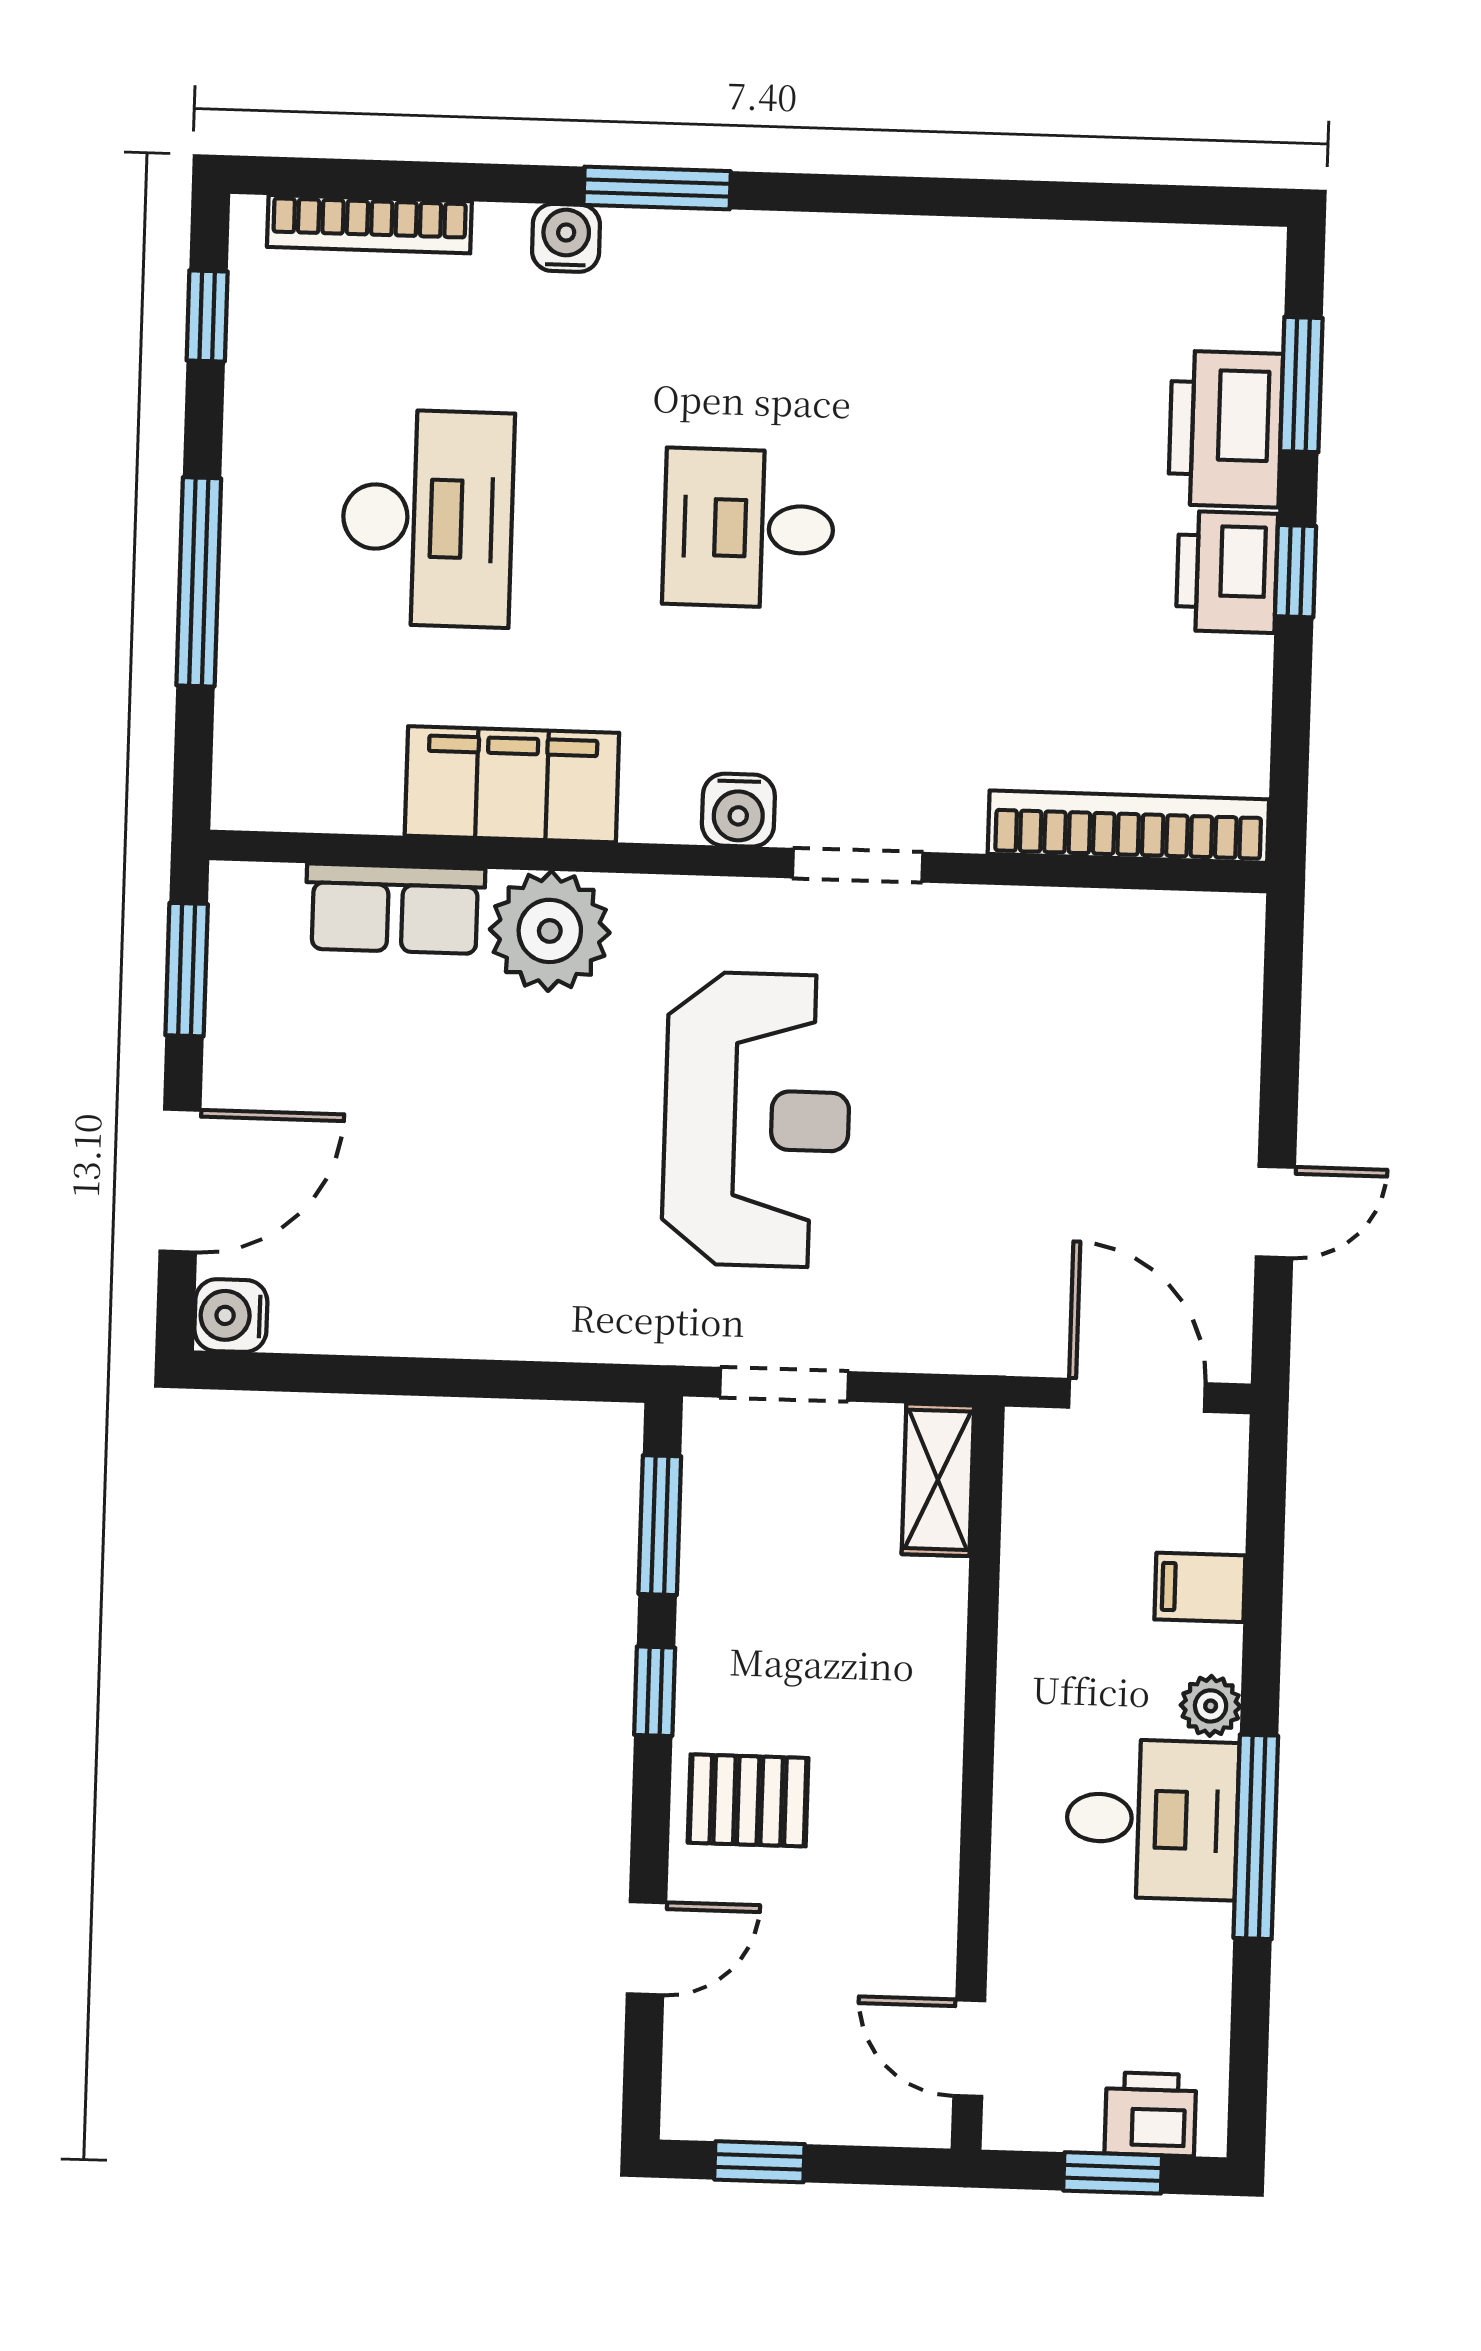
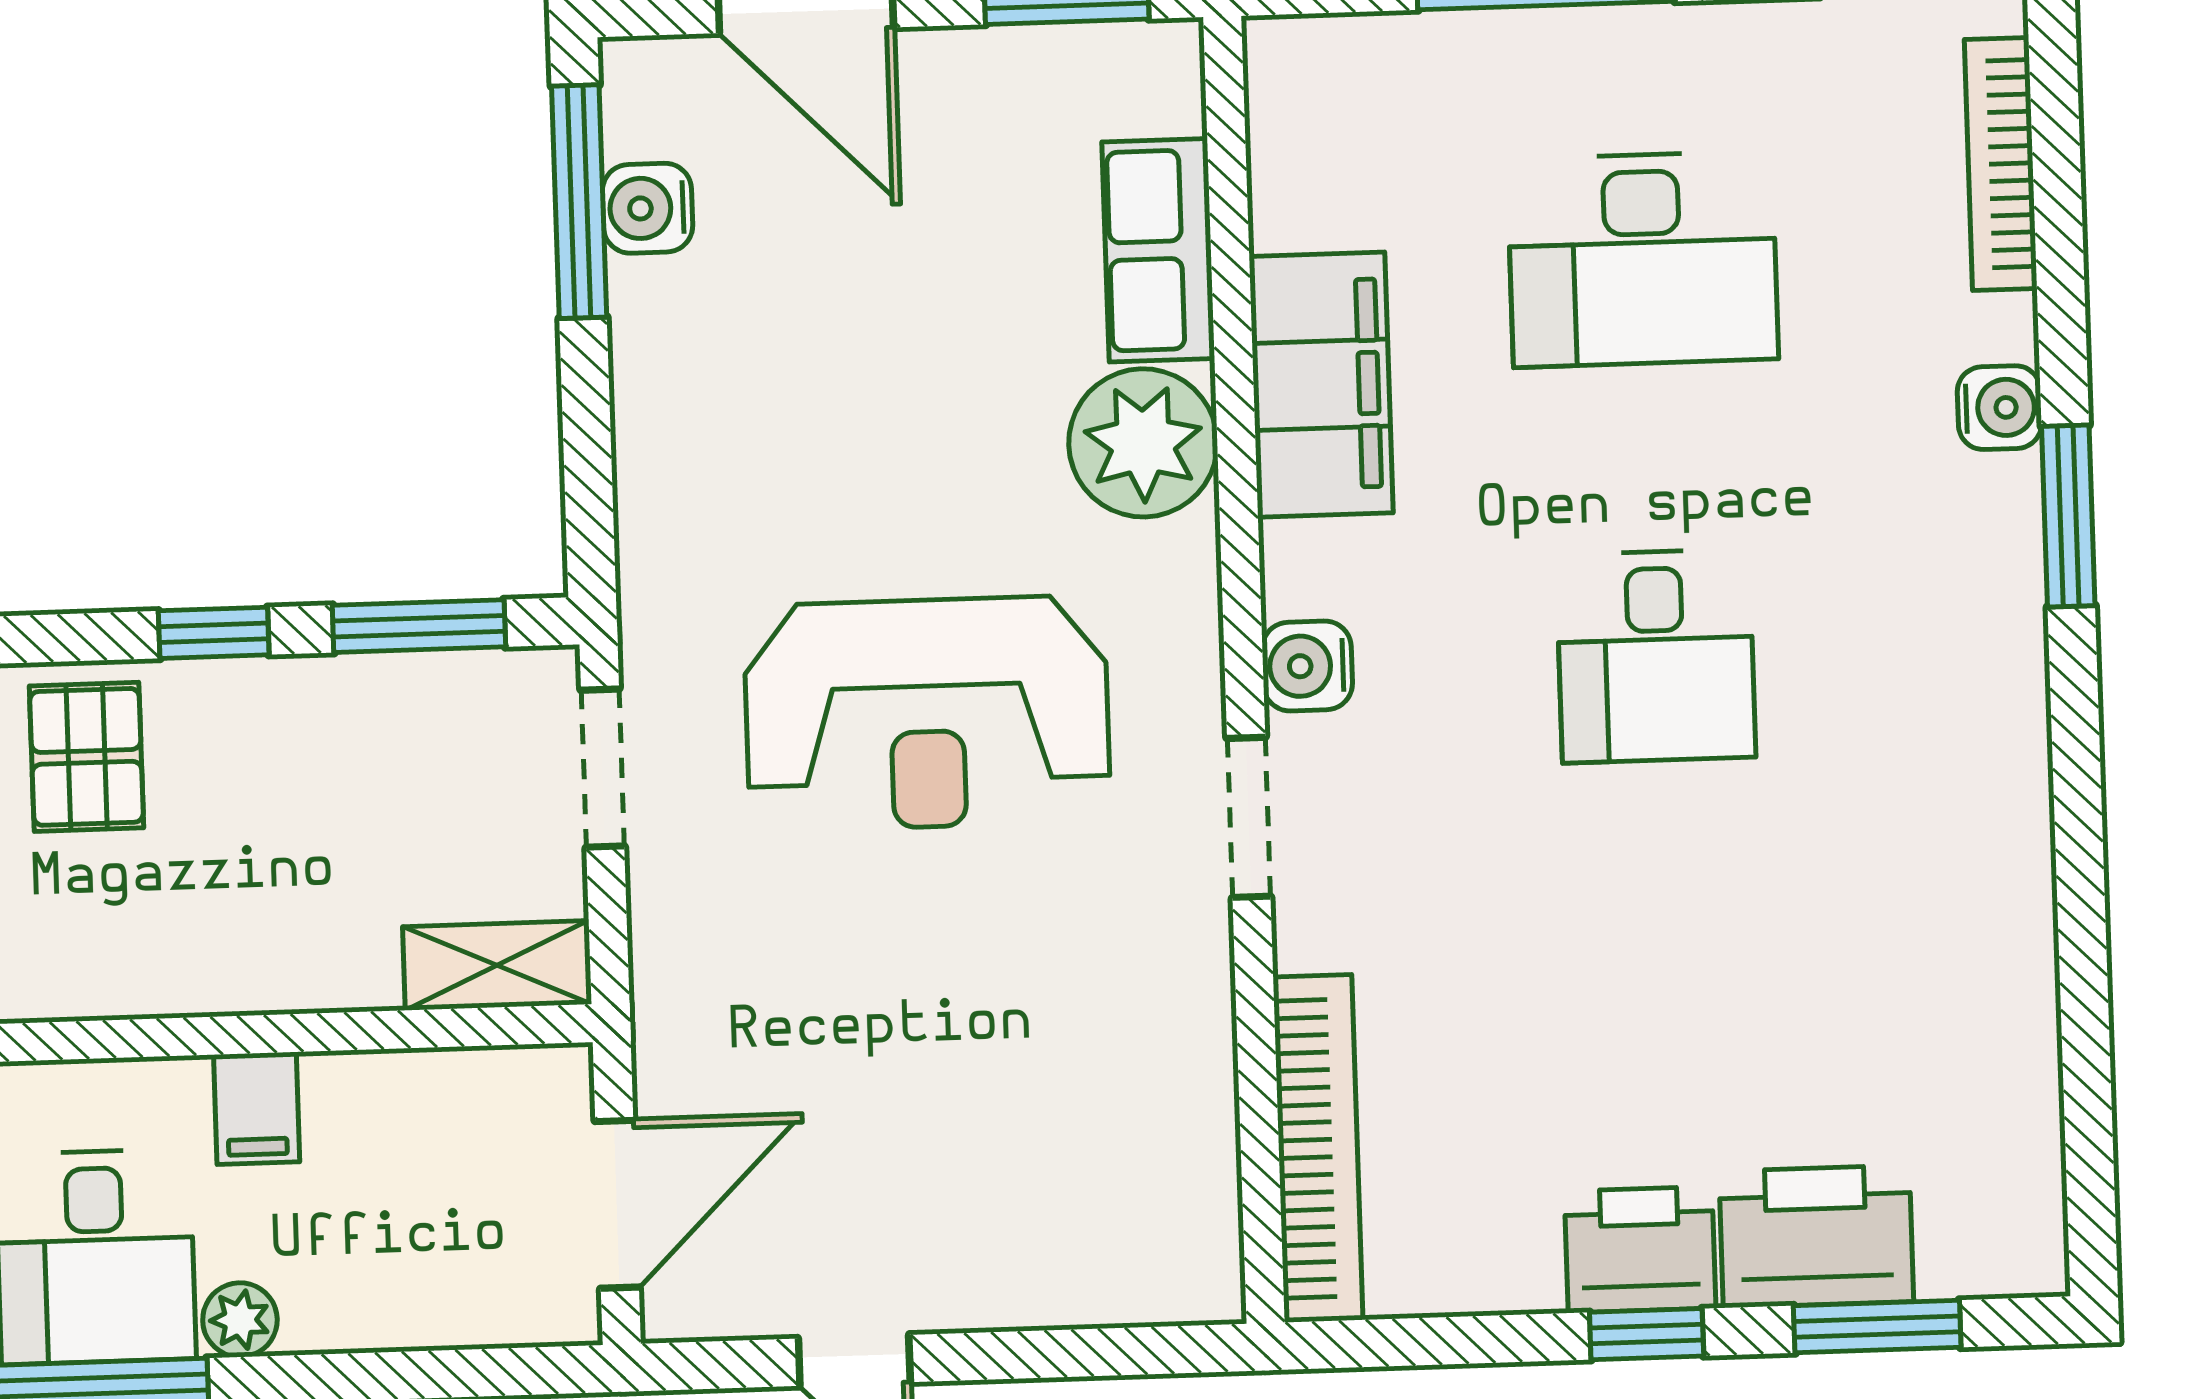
desk: (749, 528) -> (1656, 656), turned 180
water cooler: (231, 1316) -> (648, 208), moved, turned -90
window: (326, 1374) -> (579, 202), added
filing cabinet: (1200, 1587) -> (257, 1108), moved, turned 180

